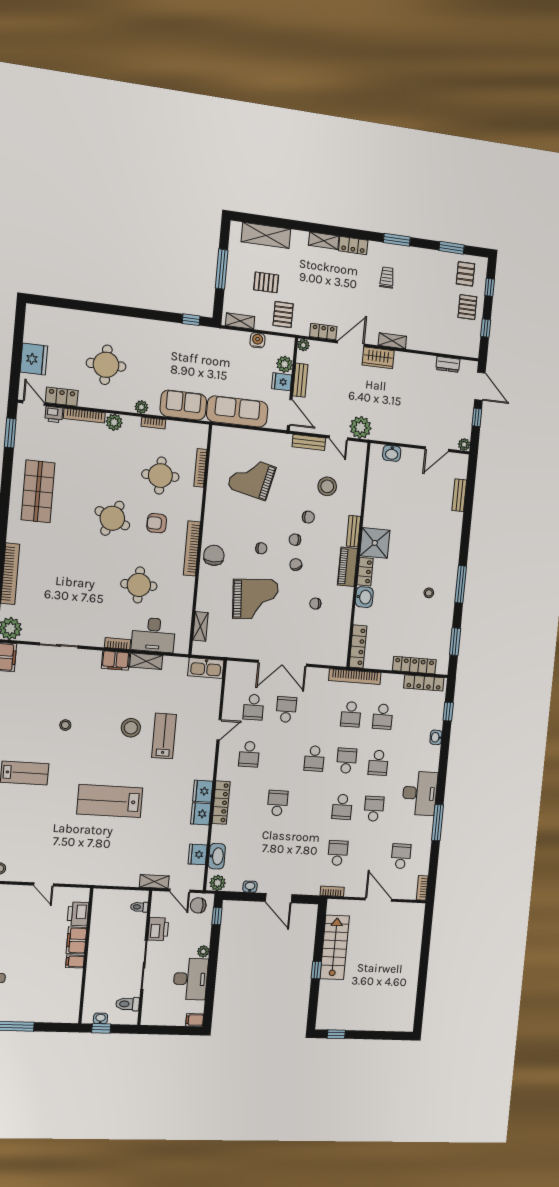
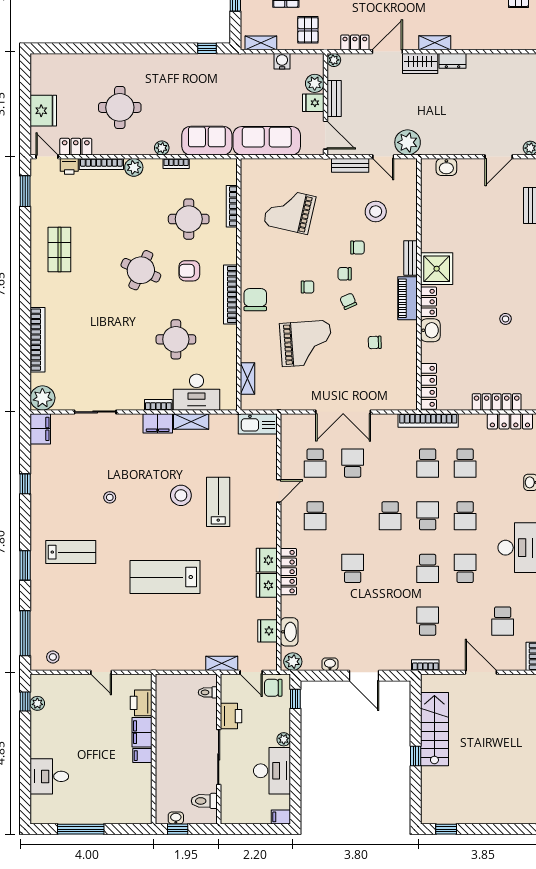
dresser: (448, 364) -> (453, 61), moved
shop shelf: (38, 491) -> (59, 250), width x0.70, depth x0.74
school desk: (401, 856) -> (503, 621), turned 180

